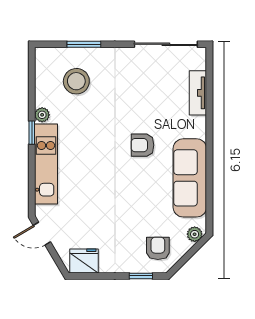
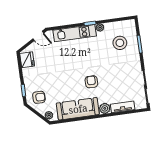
plant: (196, 127) -> (105, 108), added
door: (42, 234) -> (38, 36), swing flipped

